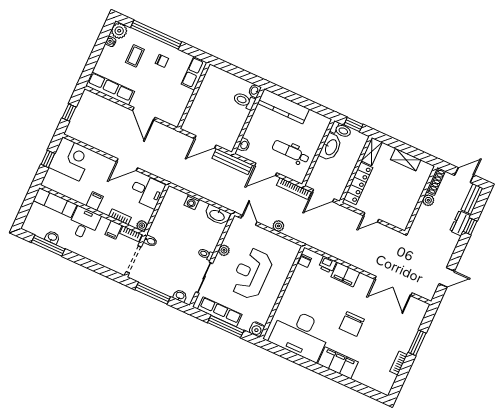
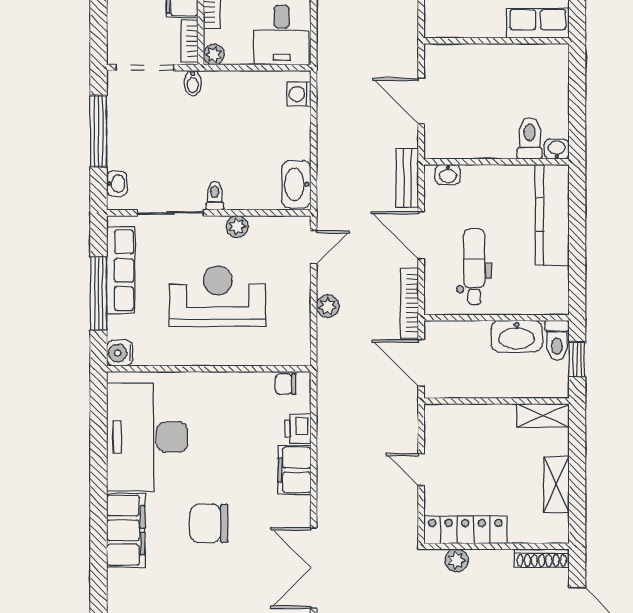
bench: (232, 162) -> (407, 178), width x0.73
locker: (358, 183) -> (465, 530), moved, turned 180
plant: (428, 200) -> (457, 560), moved
washing machine: (192, 202) -> (299, 94), moved

